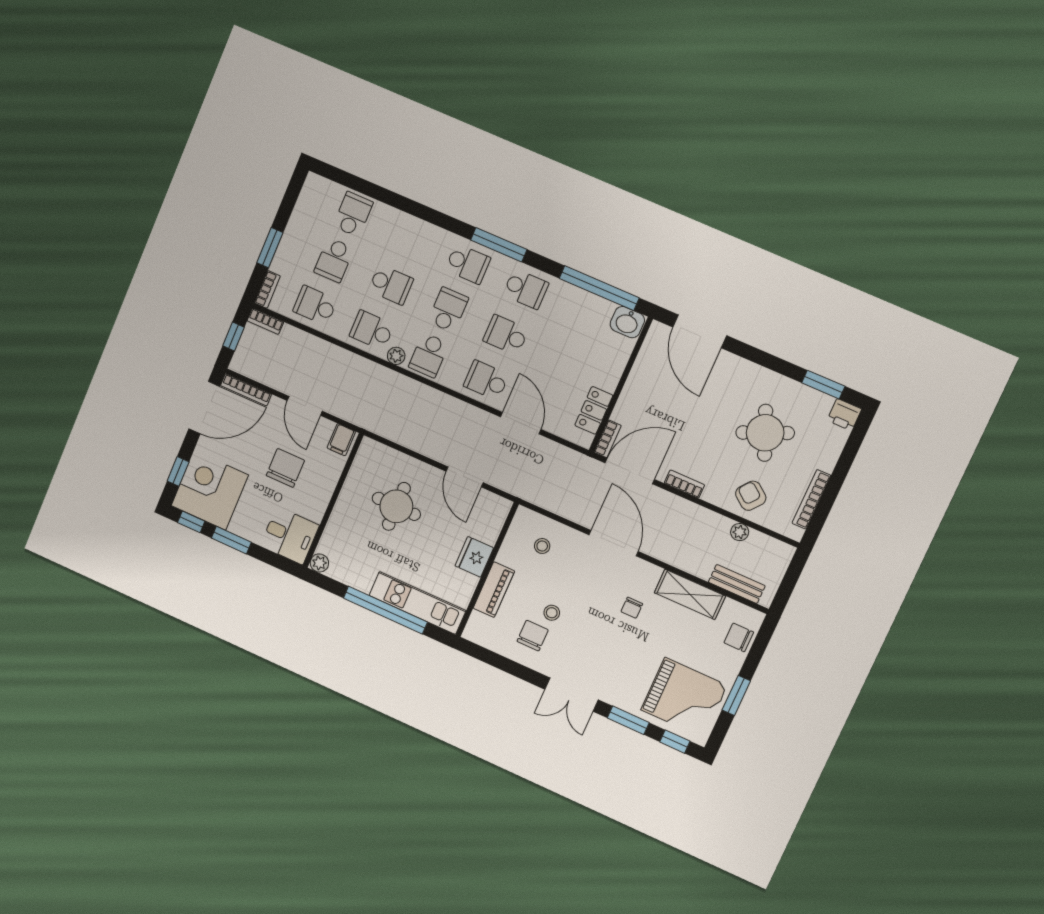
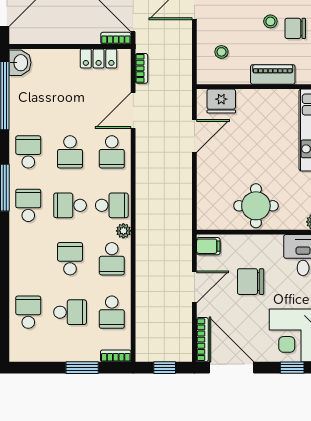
school desk: (353, 214) -> (28, 312), turned 90
bookcase: (265, 321) -> (141, 68), moved
round table: (396, 506) -> (256, 206), moved
fridge: (474, 557) -> (221, 101), moved

